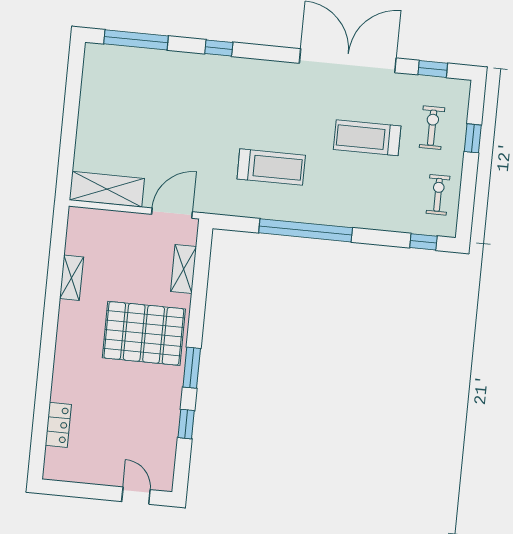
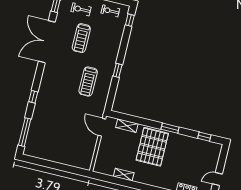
treadmill: (271, 167) -> (88, 81), turned 180
shelving: (107, 189) -> (88, 154), removed
window: (306, 230) -> (118, 70), width x0.32
window: (186, 424) -> (204, 137), moved
door: (136, 496) -> (217, 179), moved

